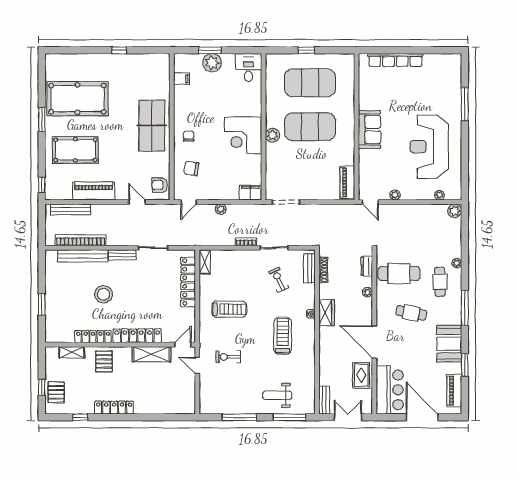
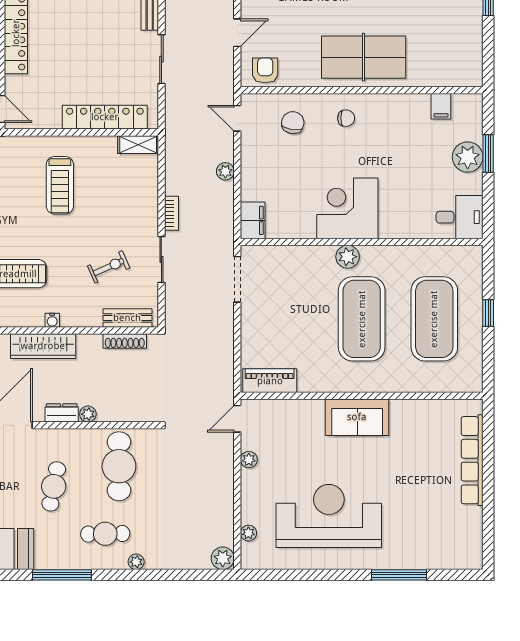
dresser: (367, 266) -> (62, 413), moved
wardrobe: (326, 313) -> (43, 346), width x1.50

